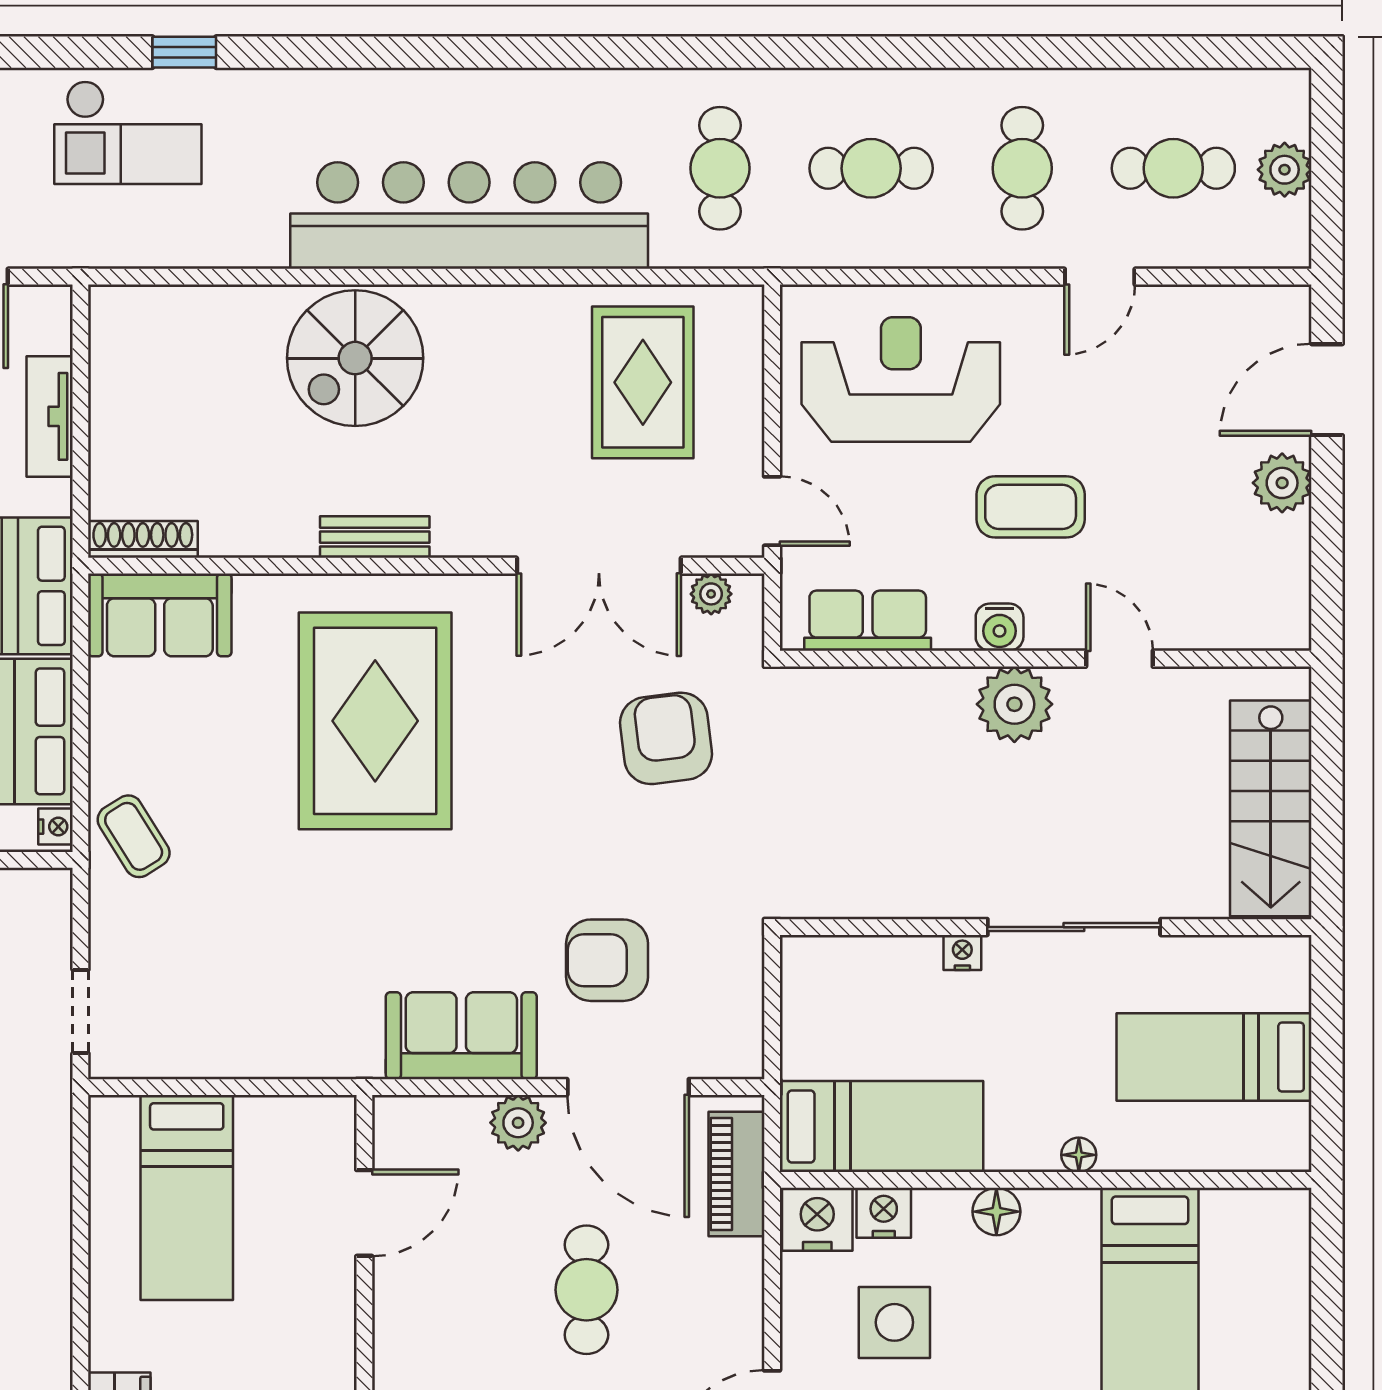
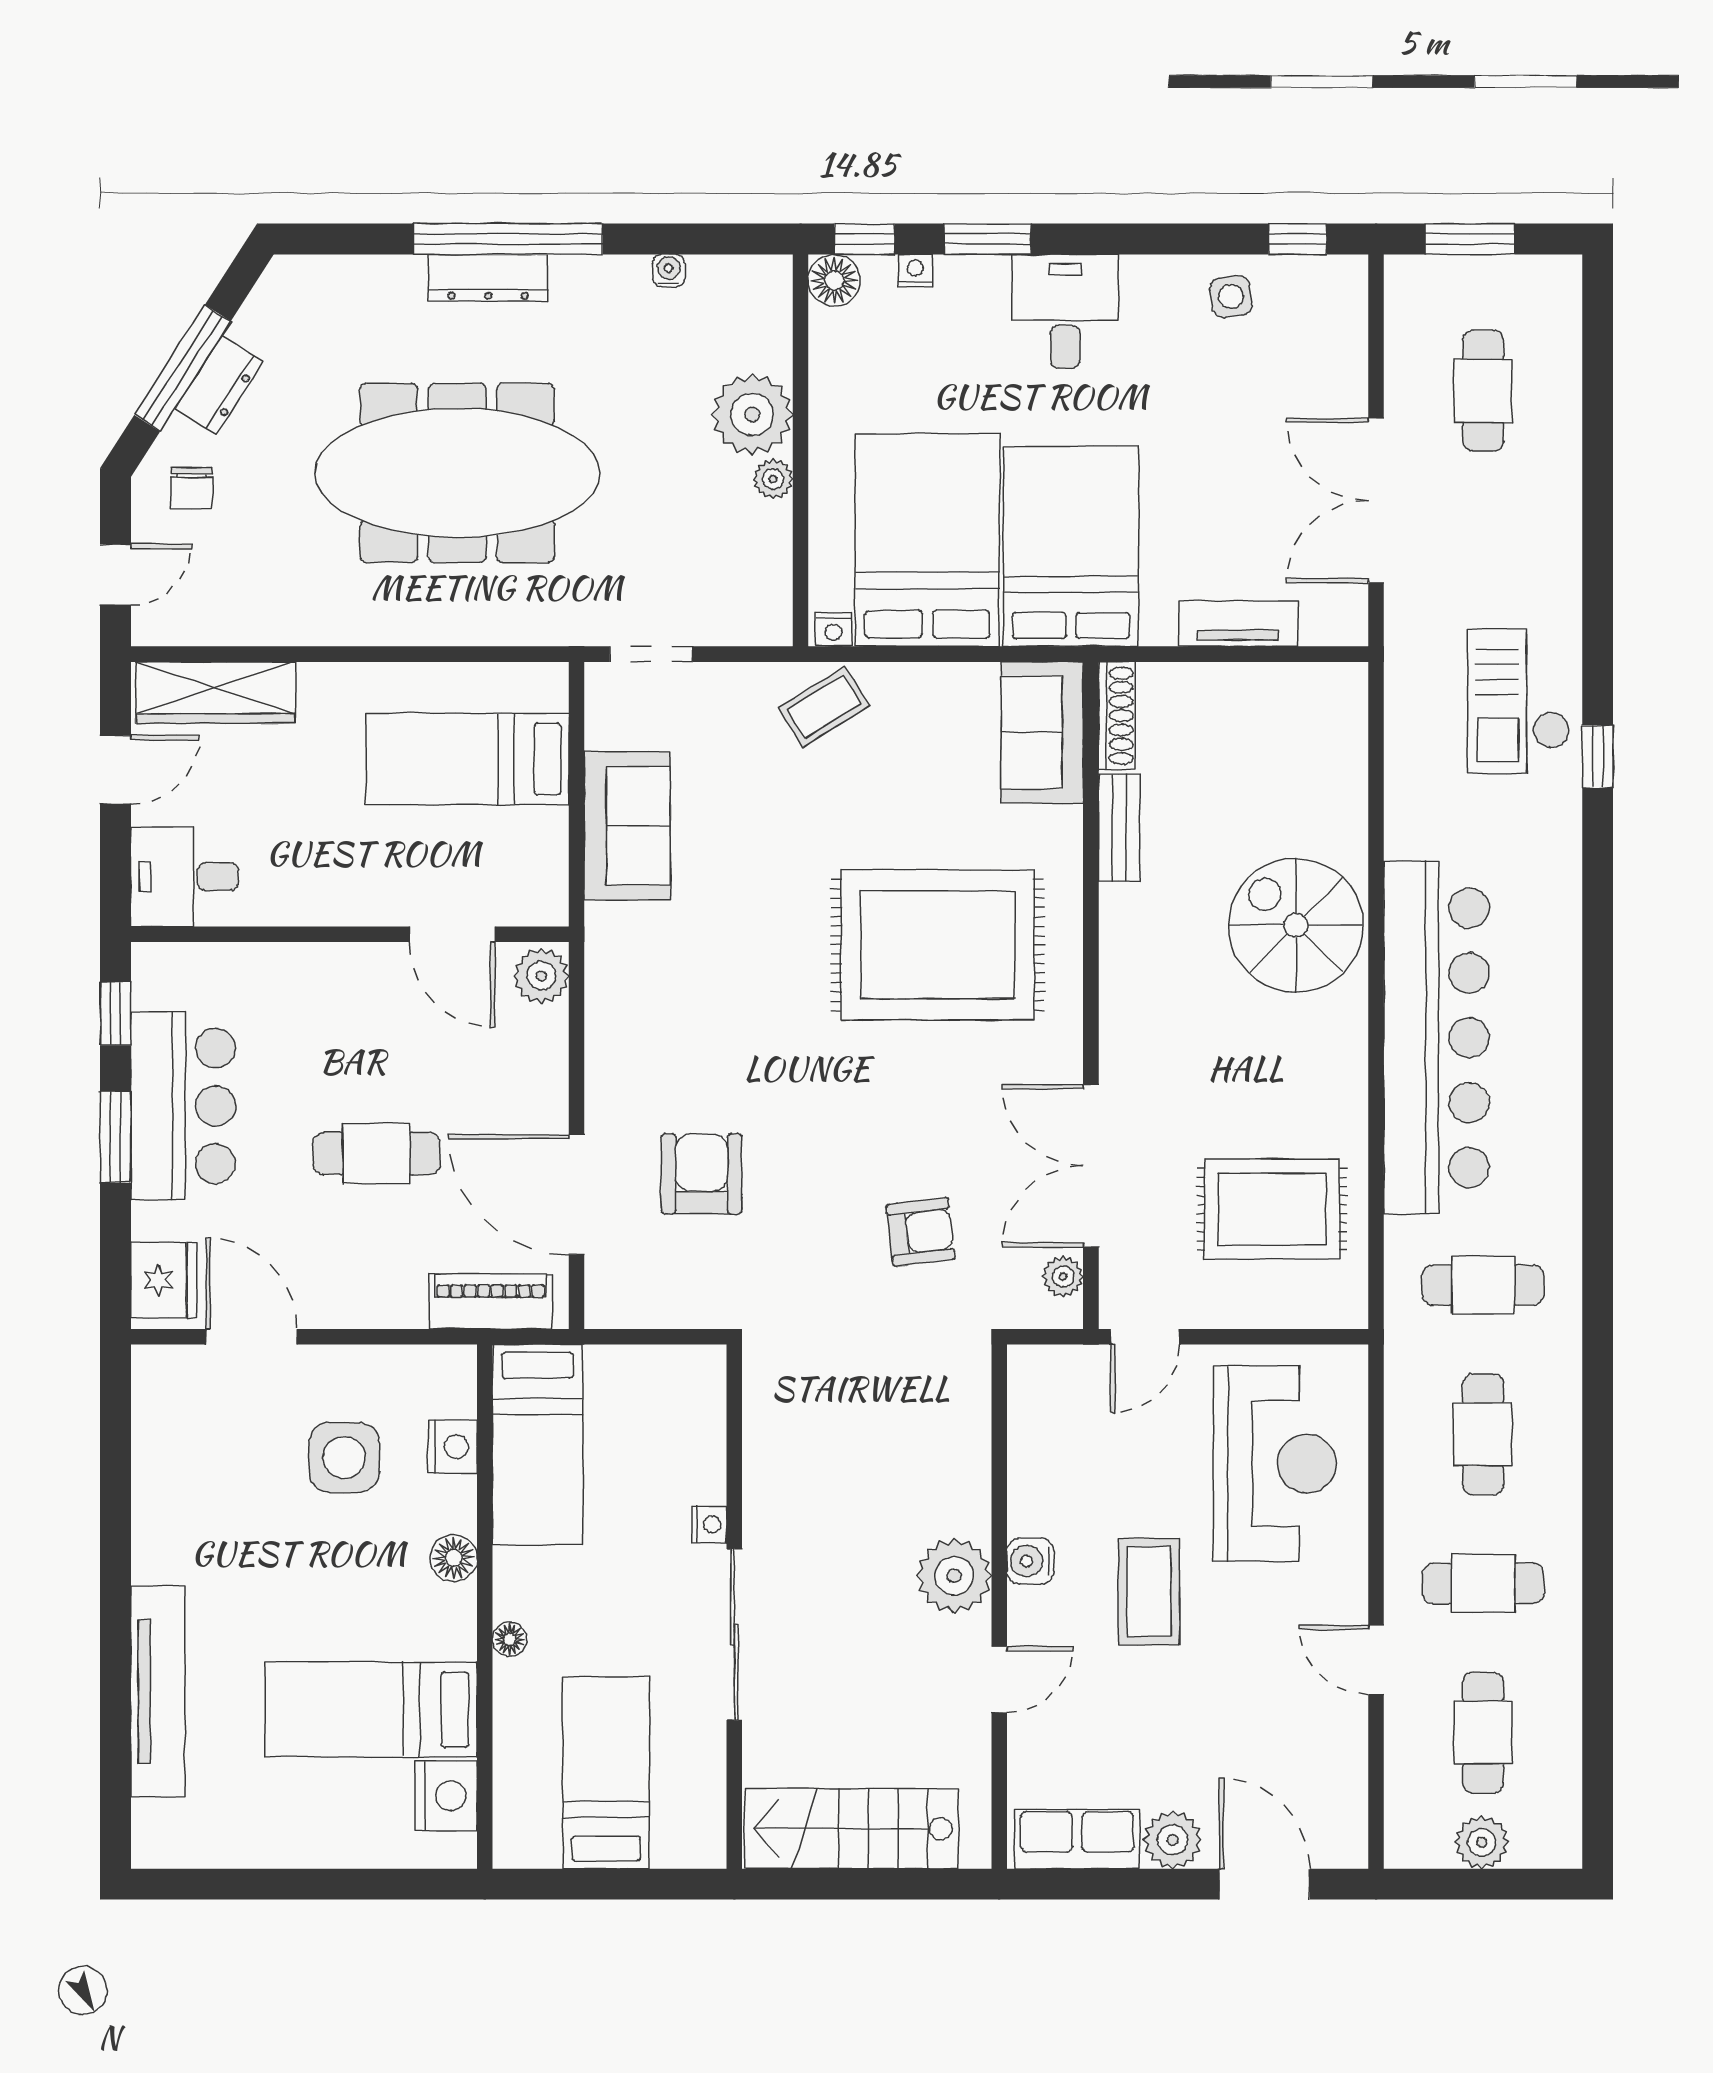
bench: (375, 537) -> (1119, 828), moved
row of seats: (868, 621) -> (1077, 1839), moved, turned -90
armchair: (666, 738) -> (921, 1232), width x0.72, depth x0.72
sofa: (461, 1036) -> (627, 826), moved
door: (628, 1087) -> (576, 1194), hinge flipped
plant: (518, 1123) -> (541, 976), moved
nightstand: (817, 1219) -> (446, 1796), moved

